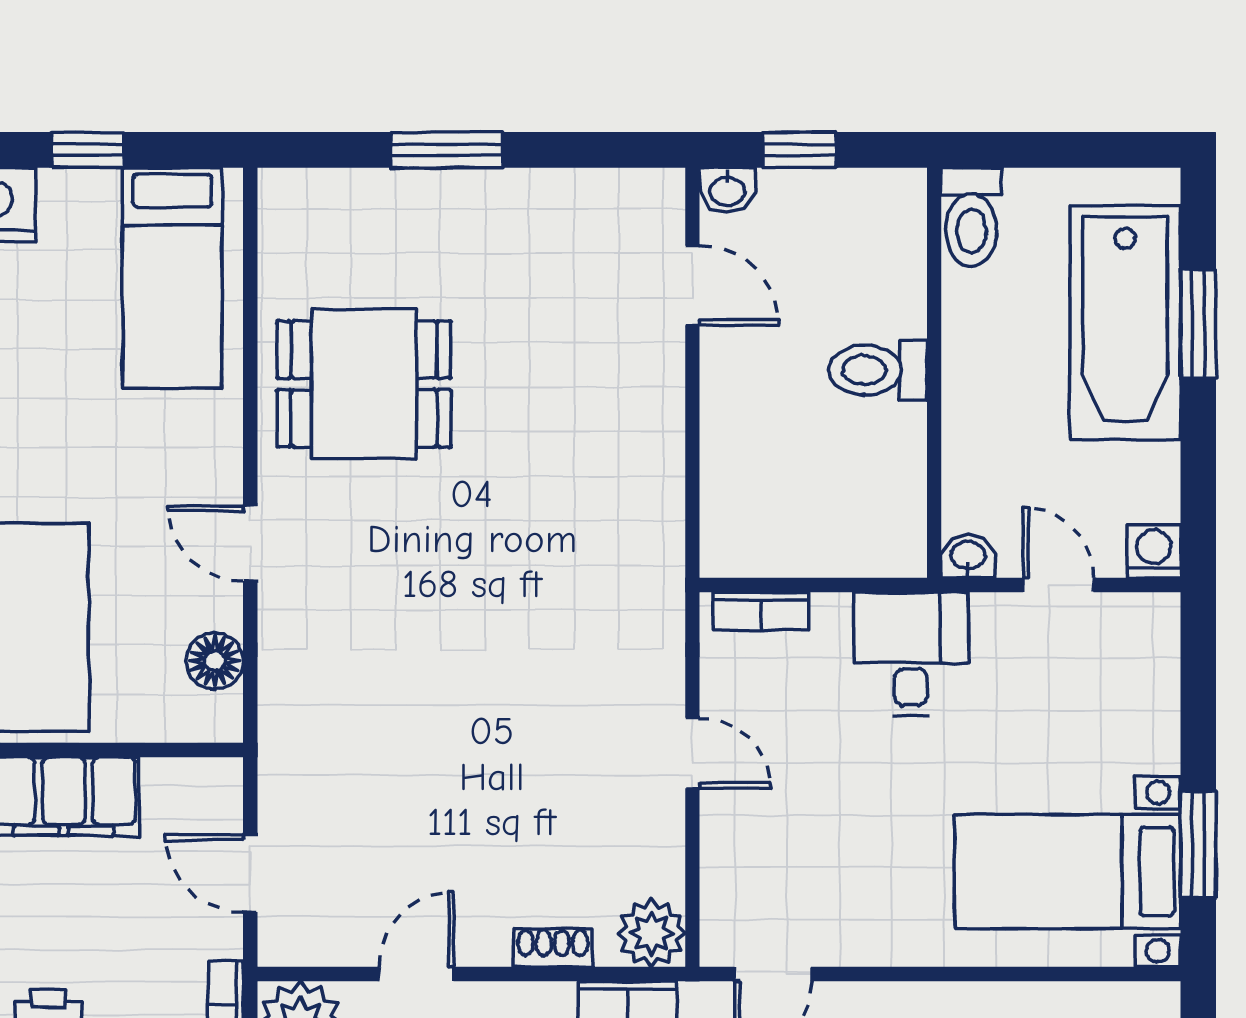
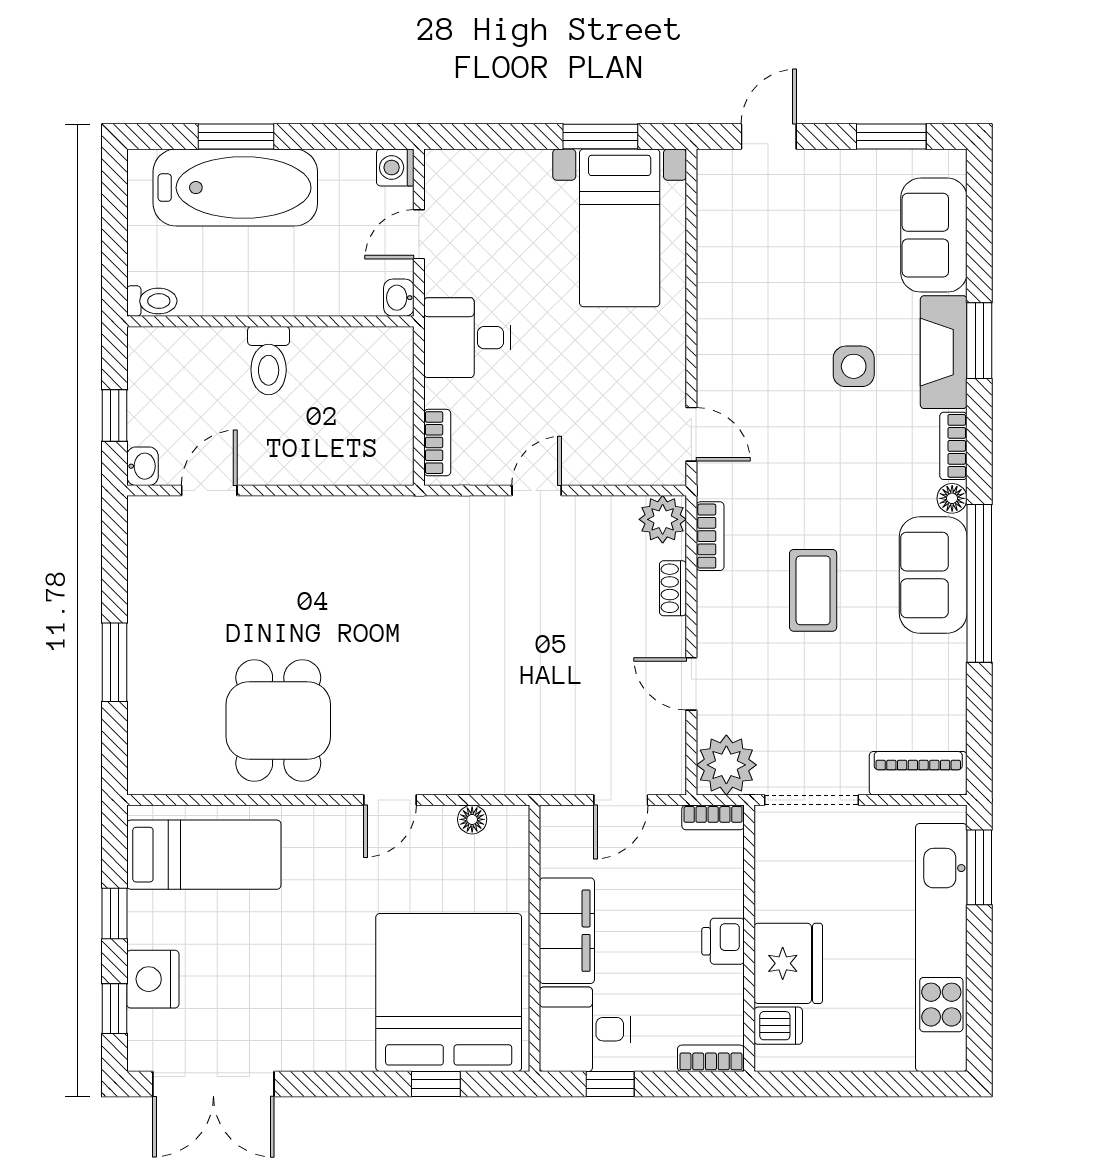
toilet: (971, 217) -> (152, 301), width x0.73, depth x0.72
floor lamp: (215, 661) -> (472, 819), width x0.73, depth x0.73

